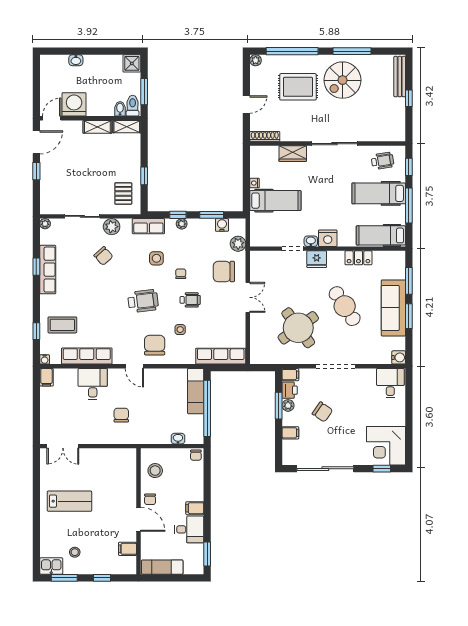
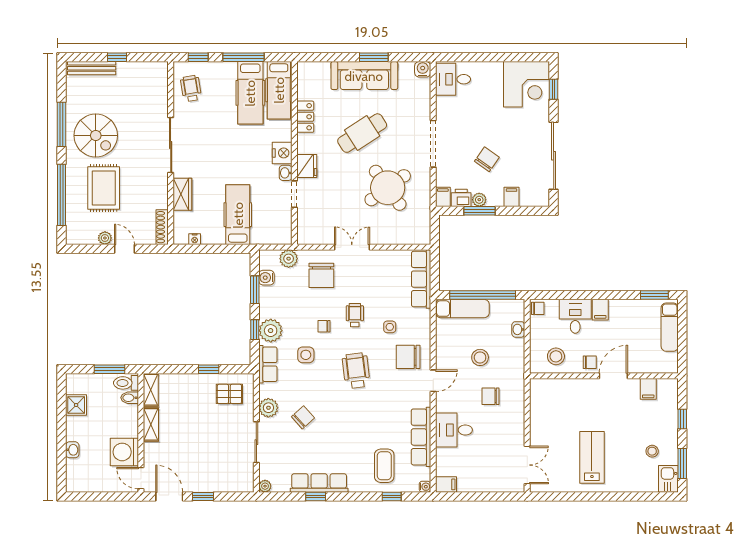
plant: (256, 60) -> (105, 238), moved
shower: (132, 63) -> (76, 405), moved
nightstand: (255, 183) -> (195, 239), moved
hospital bed: (379, 193) -> (250, 93), moved
plant: (182, 224) -> (271, 331), width x1.88, depth x1.88
window: (409, 281) -> (332, 57), removed
stool: (154, 406) -> (480, 357), added
desk: (189, 529) -> (575, 316), moved
exam couch: (162, 567) -> (670, 327), moved

